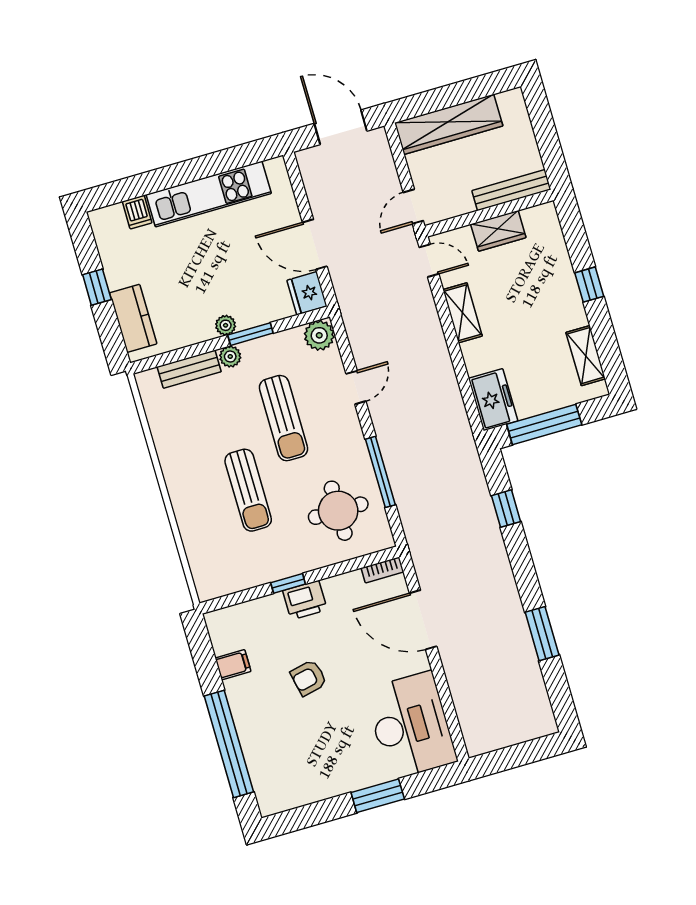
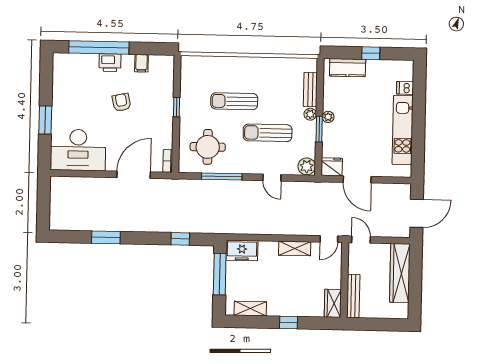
wardrobe: (498, 231) -> (333, 303), moved
door: (315, 244) -> (357, 179), swing flipped
printer: (305, 600) -> (110, 63), moved, turned -90

